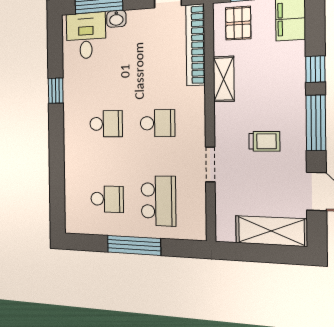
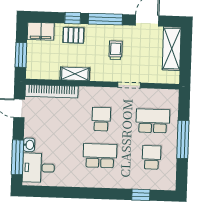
pallet: (238, 23) -> (73, 35), moved
window: (56, 91) -> (141, 195), moved
school desk: (106, 124) -> (100, 156), width x1.85

